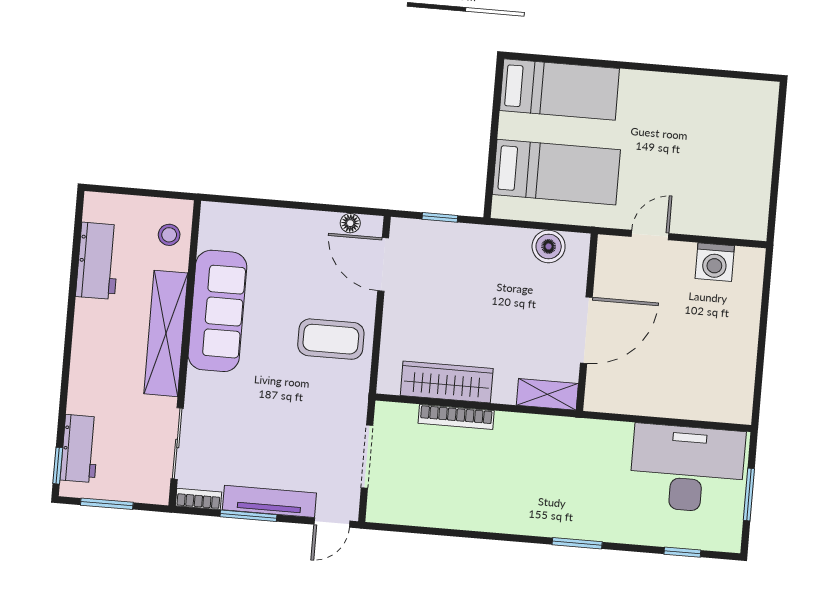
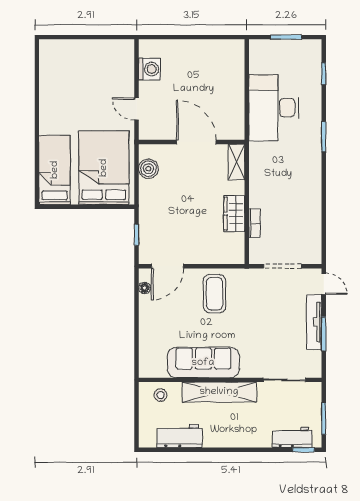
bed: (556, 172) -> (104, 168), width x1.50
wardrobe: (447, 382) -> (234, 214), width x0.67
bookcase: (456, 417) -> (255, 223), width x0.64
desk: (687, 469) -> (274, 108), moved
bookcase: (199, 499) -> (316, 364), removed

